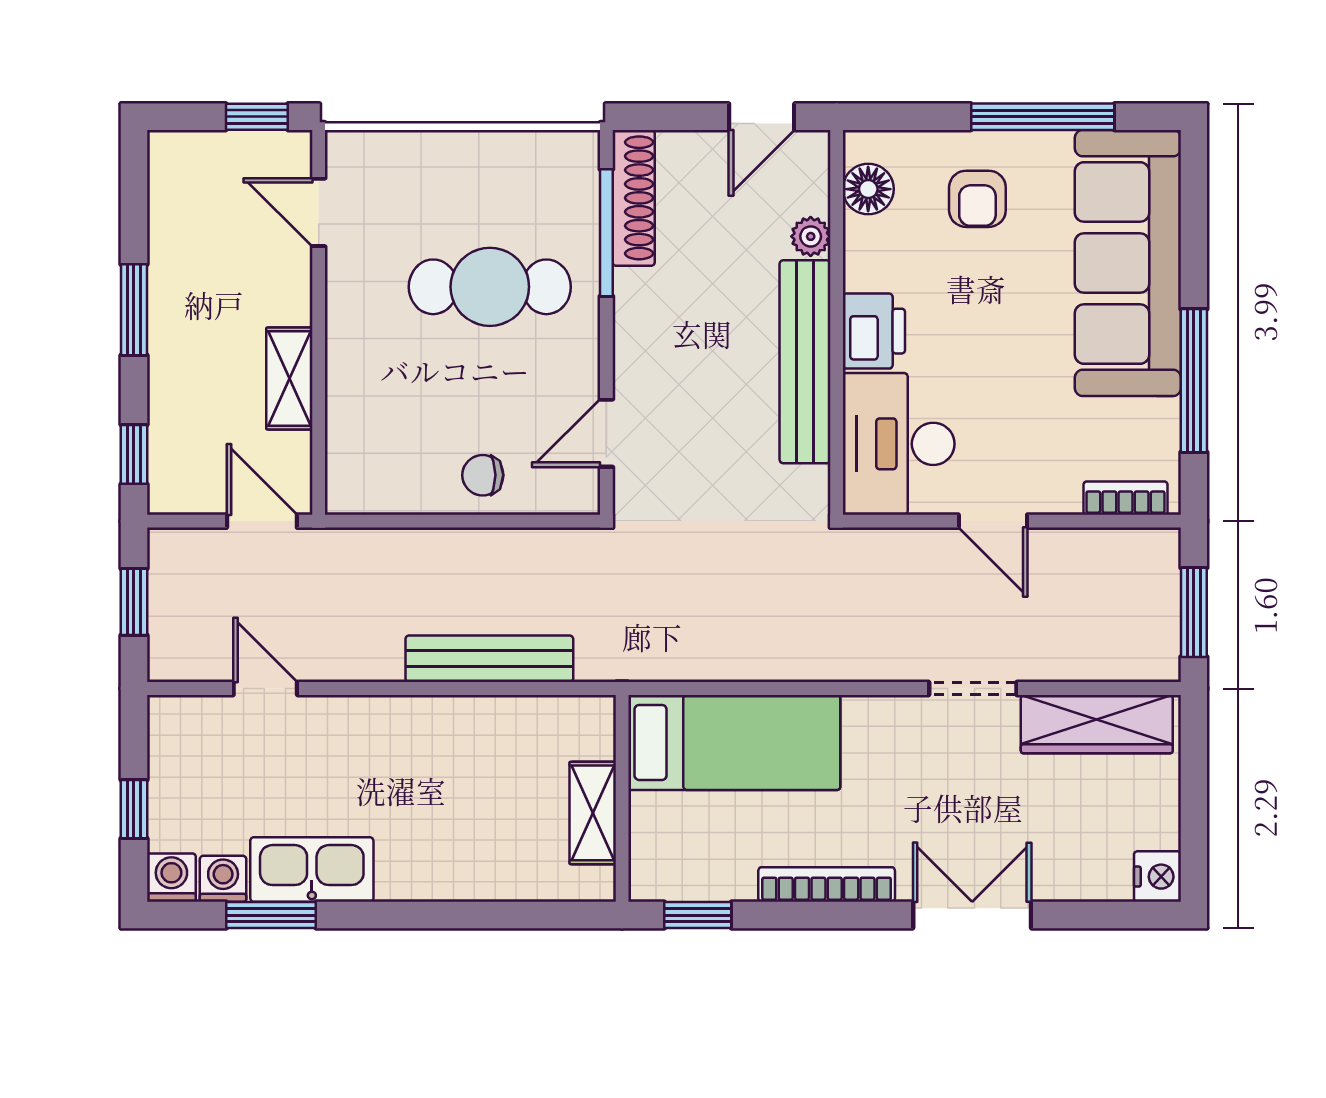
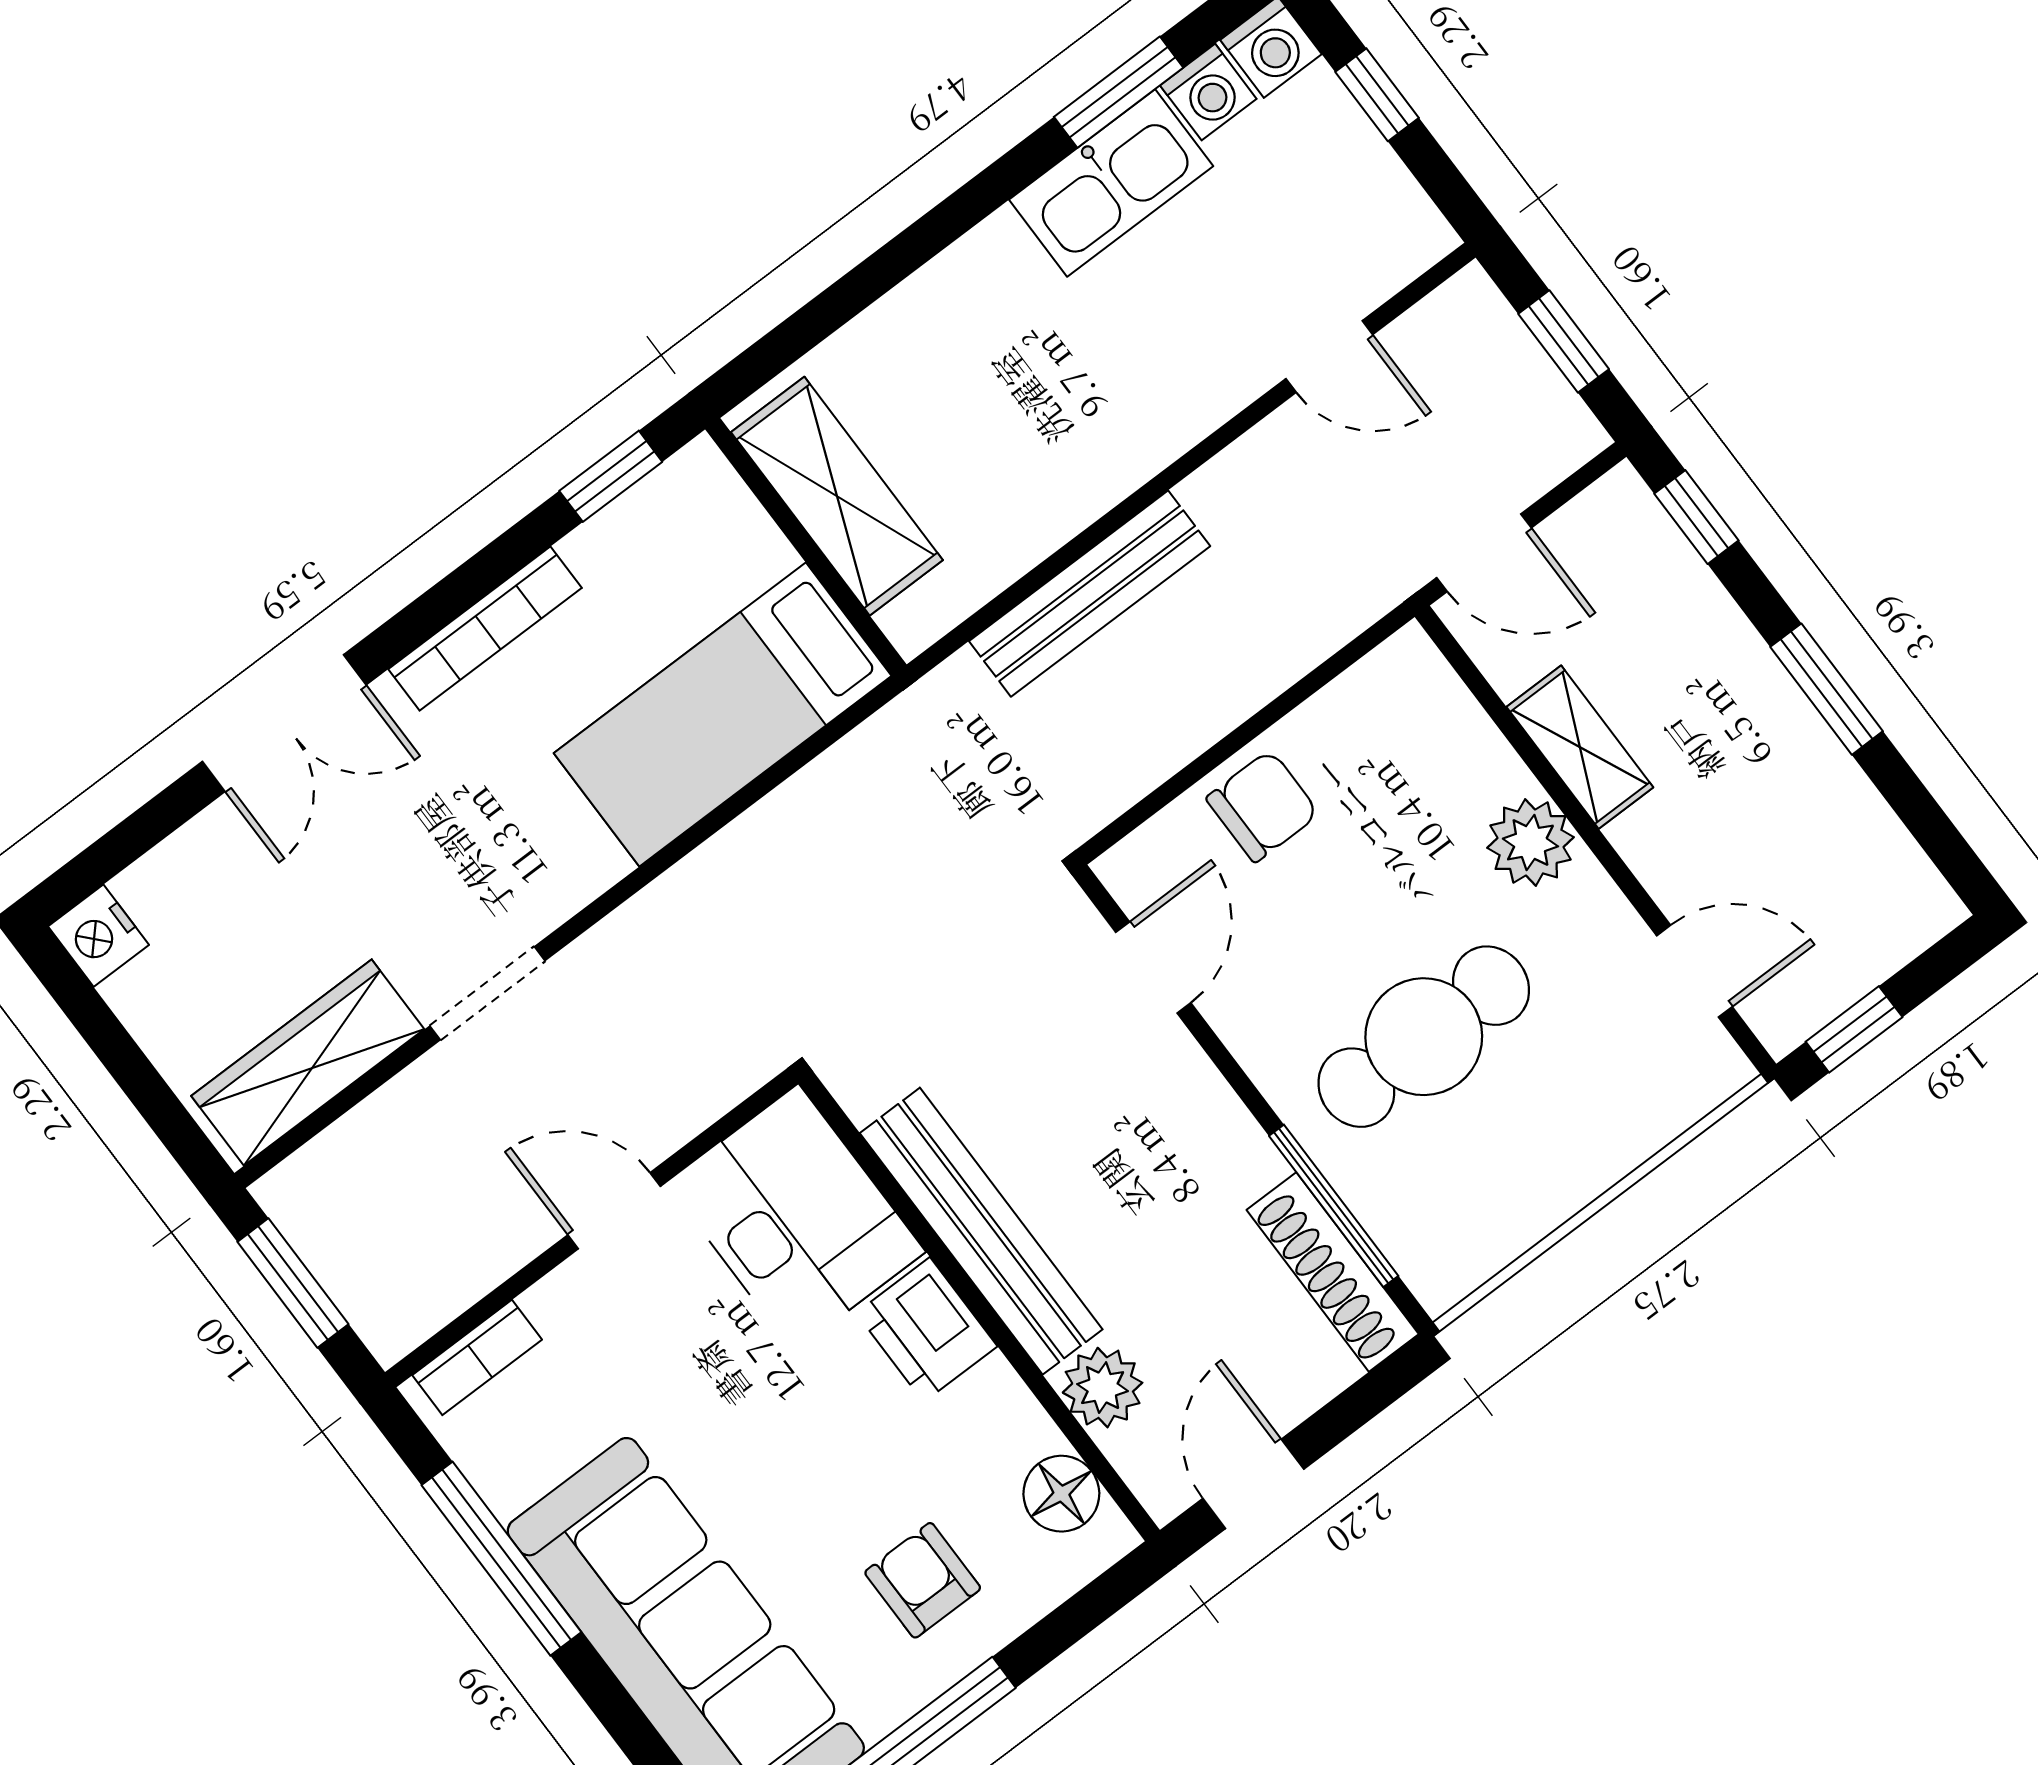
plant: (811, 236) -> (1103, 1388), width x1.38, depth x1.38
plant: (354, 347) -> (1530, 842), added
chair: (483, 475) -> (1263, 806), width x1.37, depth x1.37
shelving: (593, 813) -> (837, 496), width x1.50, depth x1.33

